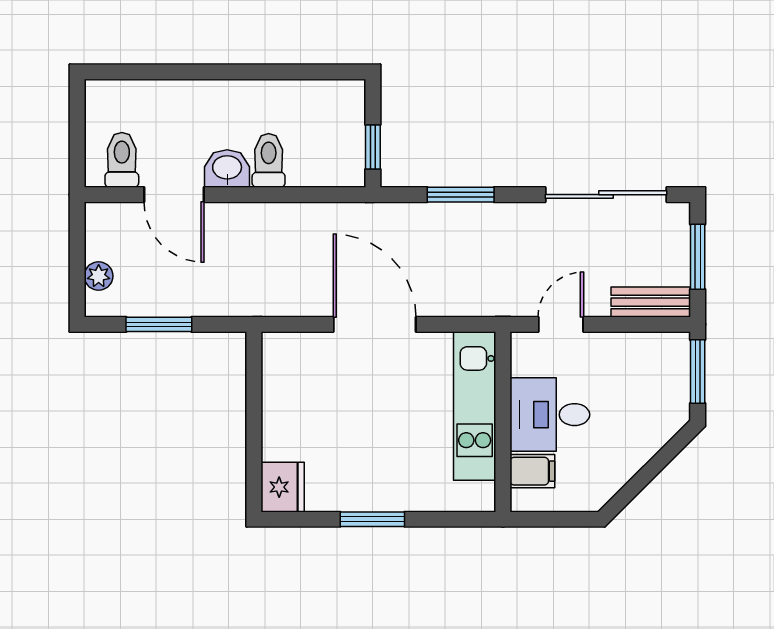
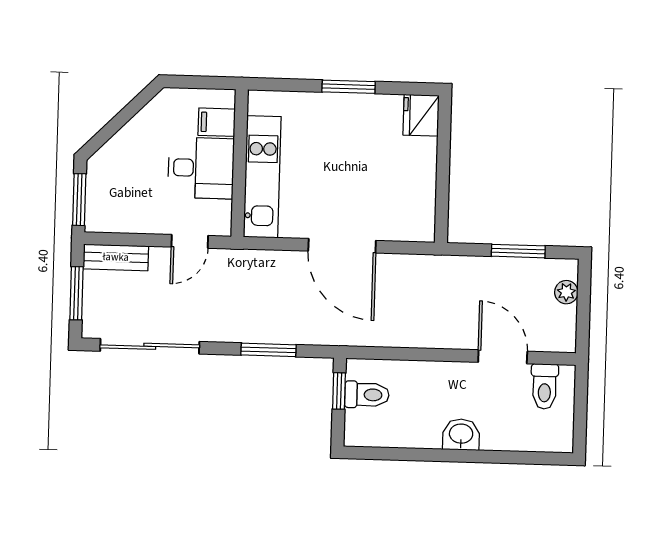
toilet: (269, 160) -> (367, 395), moved, turned -90
washbasin: (227, 168) -> (461, 435), moved, turned 180

